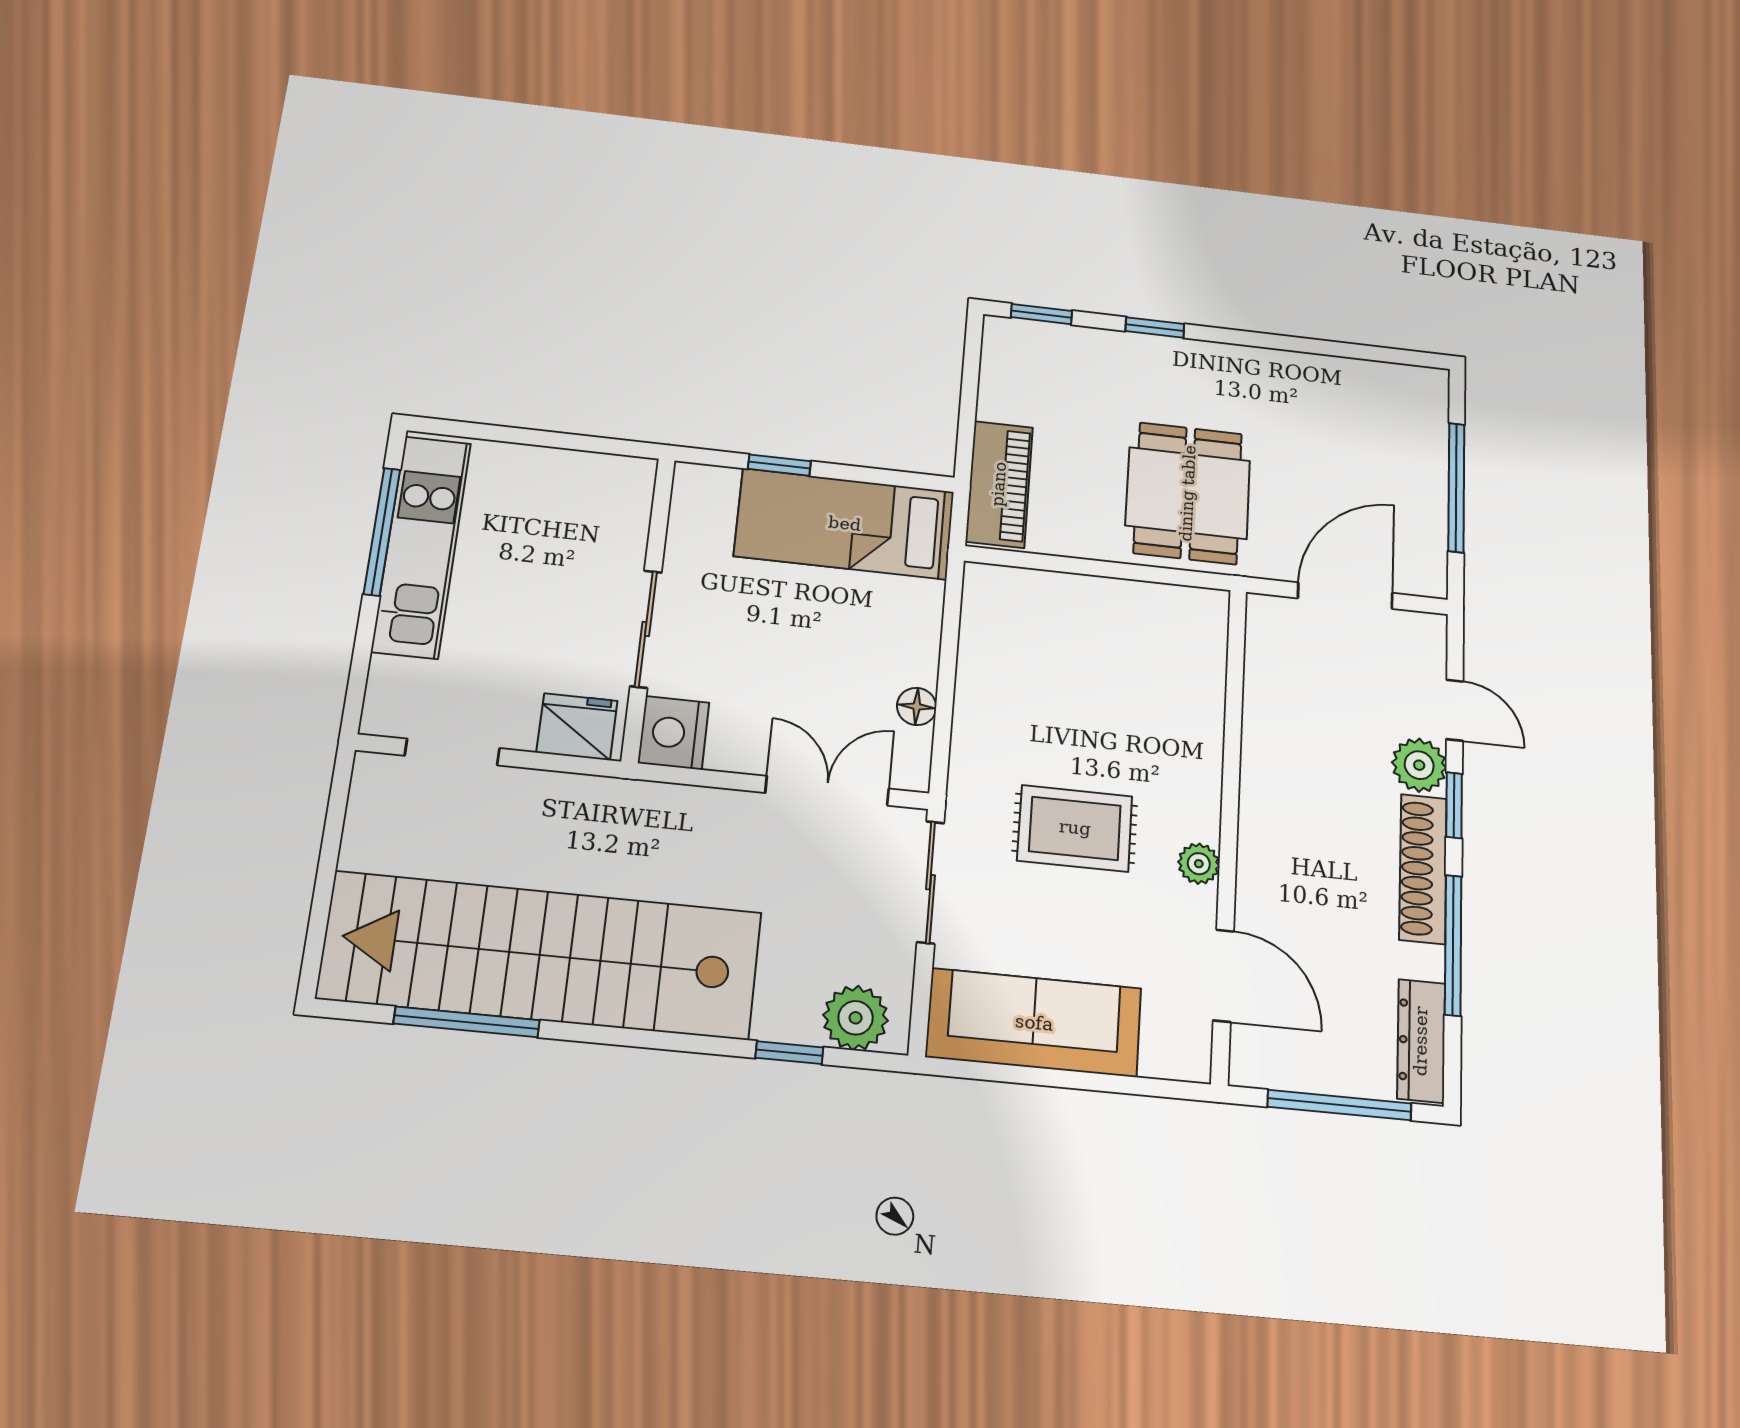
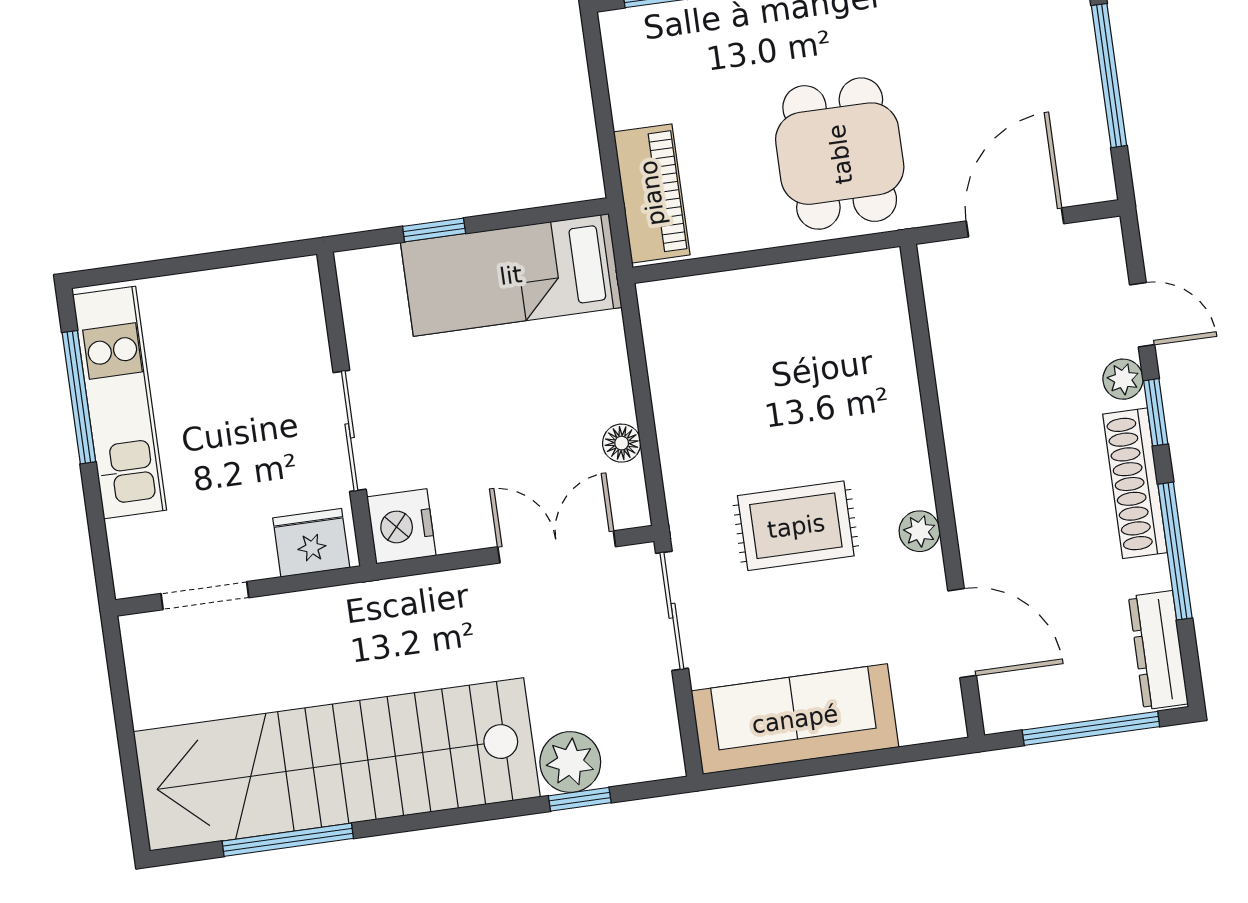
plant: (1419, 765) -> (1123, 379), width x0.73, depth x0.73
plant: (856, 1018) -> (570, 762), moved

